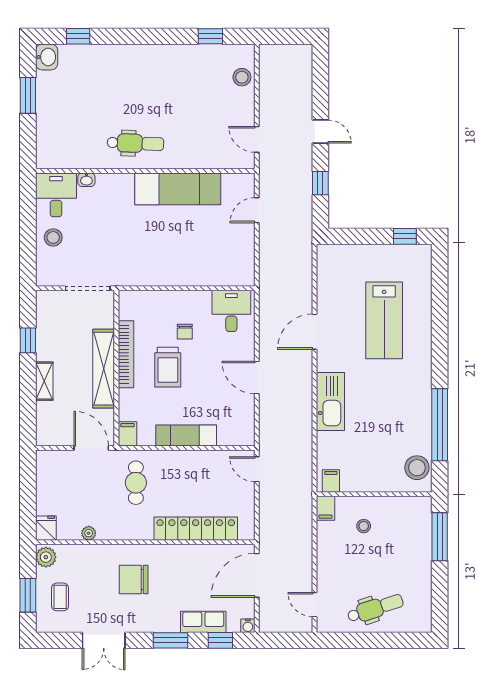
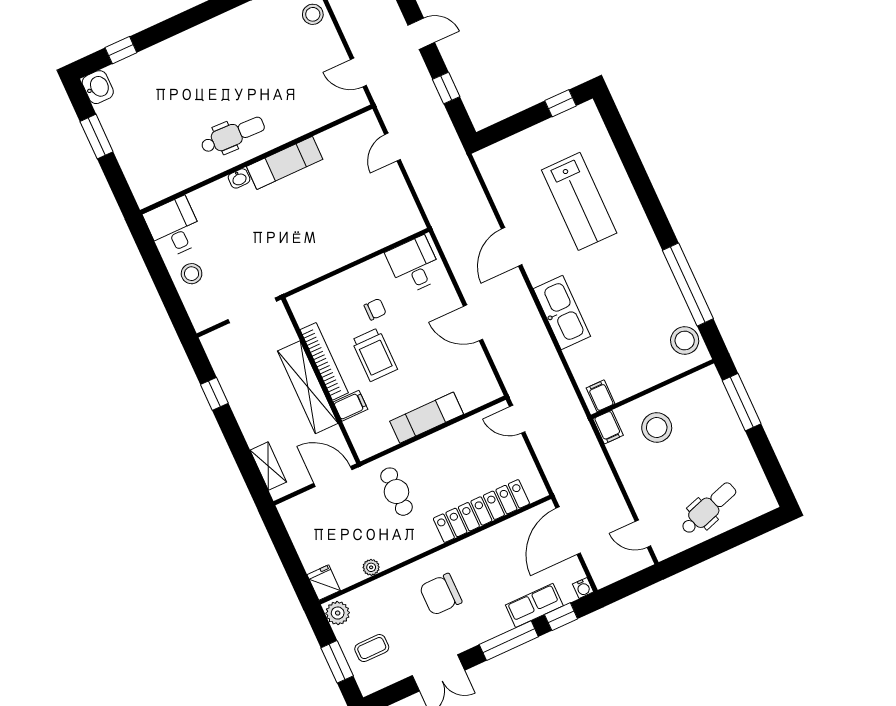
washbasin: (86, 180) -> (239, 178), moved
exam couch: (178, 189) -> (285, 163), width x0.73, depth x0.69
chair: (185, 332) -> (375, 309), turned -90
shelving: (44, 381) -> (268, 466), moved
filing cabinet: (127, 434) -> (350, 406), moved, turned 90
stool: (364, 526) -> (657, 427), width x1.89, depth x1.89
coffee table: (60, 597) -> (372, 648), turned 90
window: (171, 640) -> (509, 641), width x1.44

